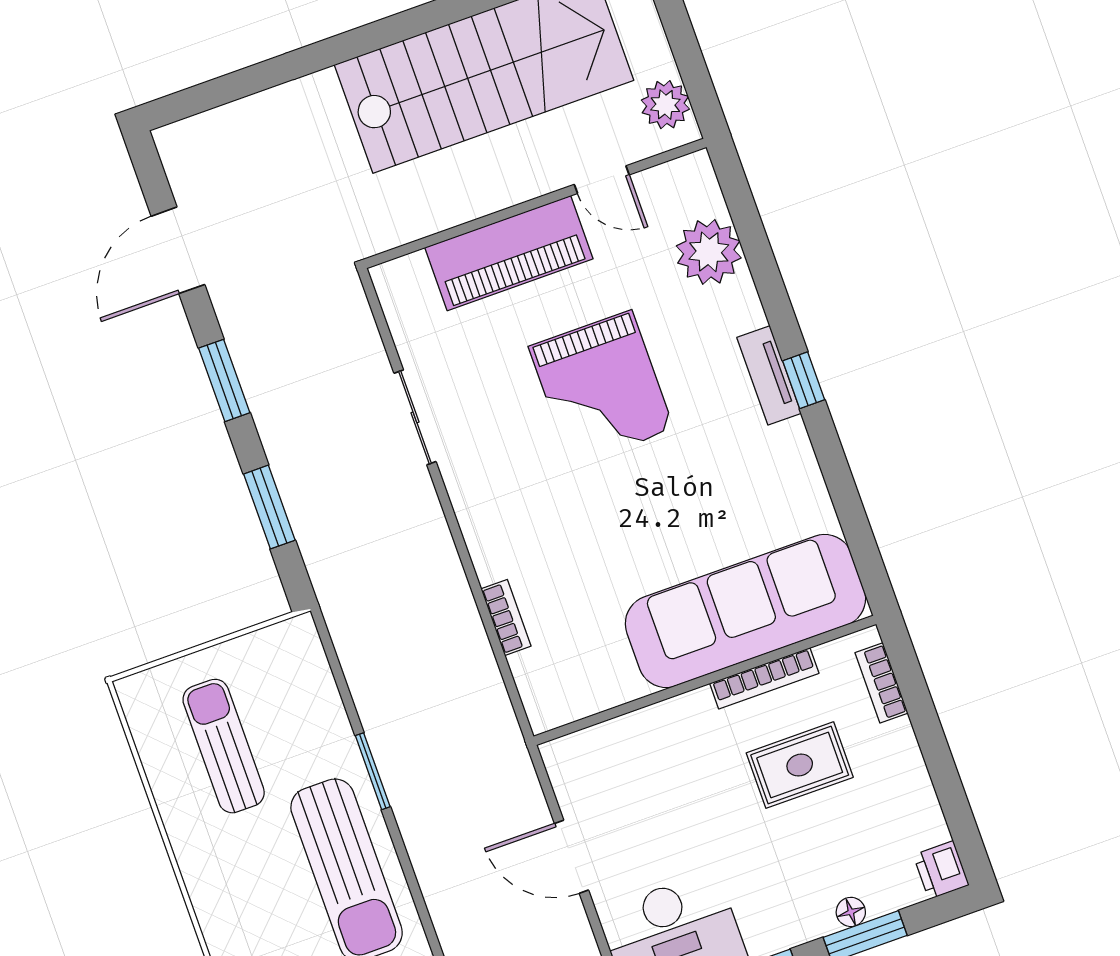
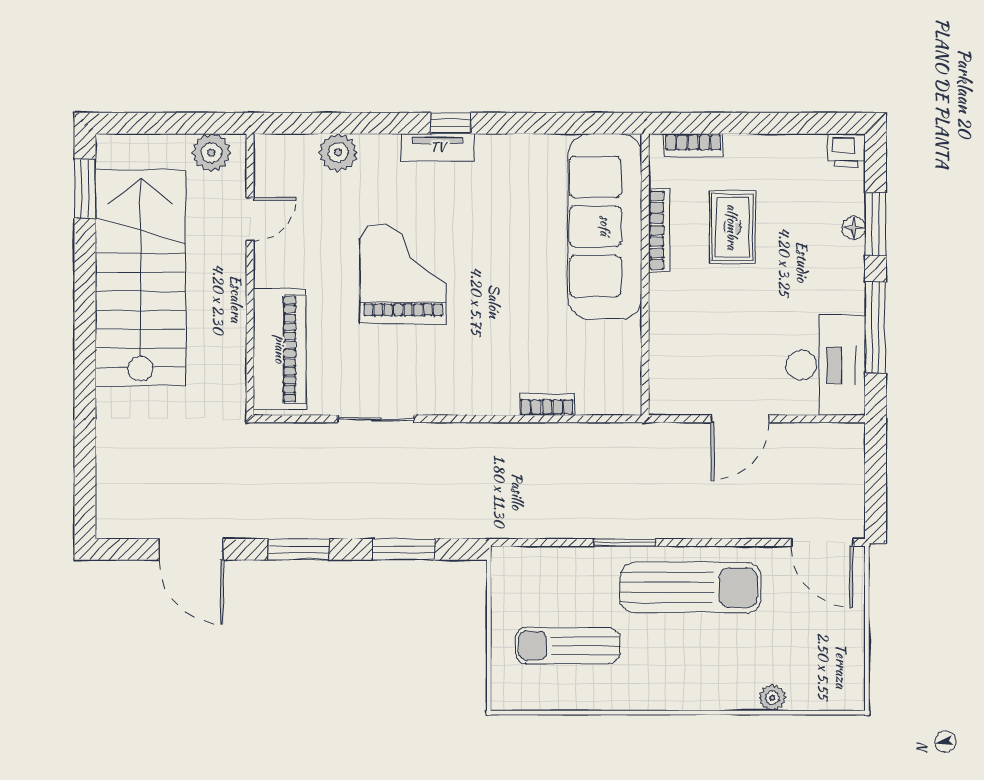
plant: (709, 252) -> (338, 152), width x0.73, depth x0.73
piano: (509, 253) -> (280, 349), moved
grand piano: (601, 388) -> (403, 274), turned -90

